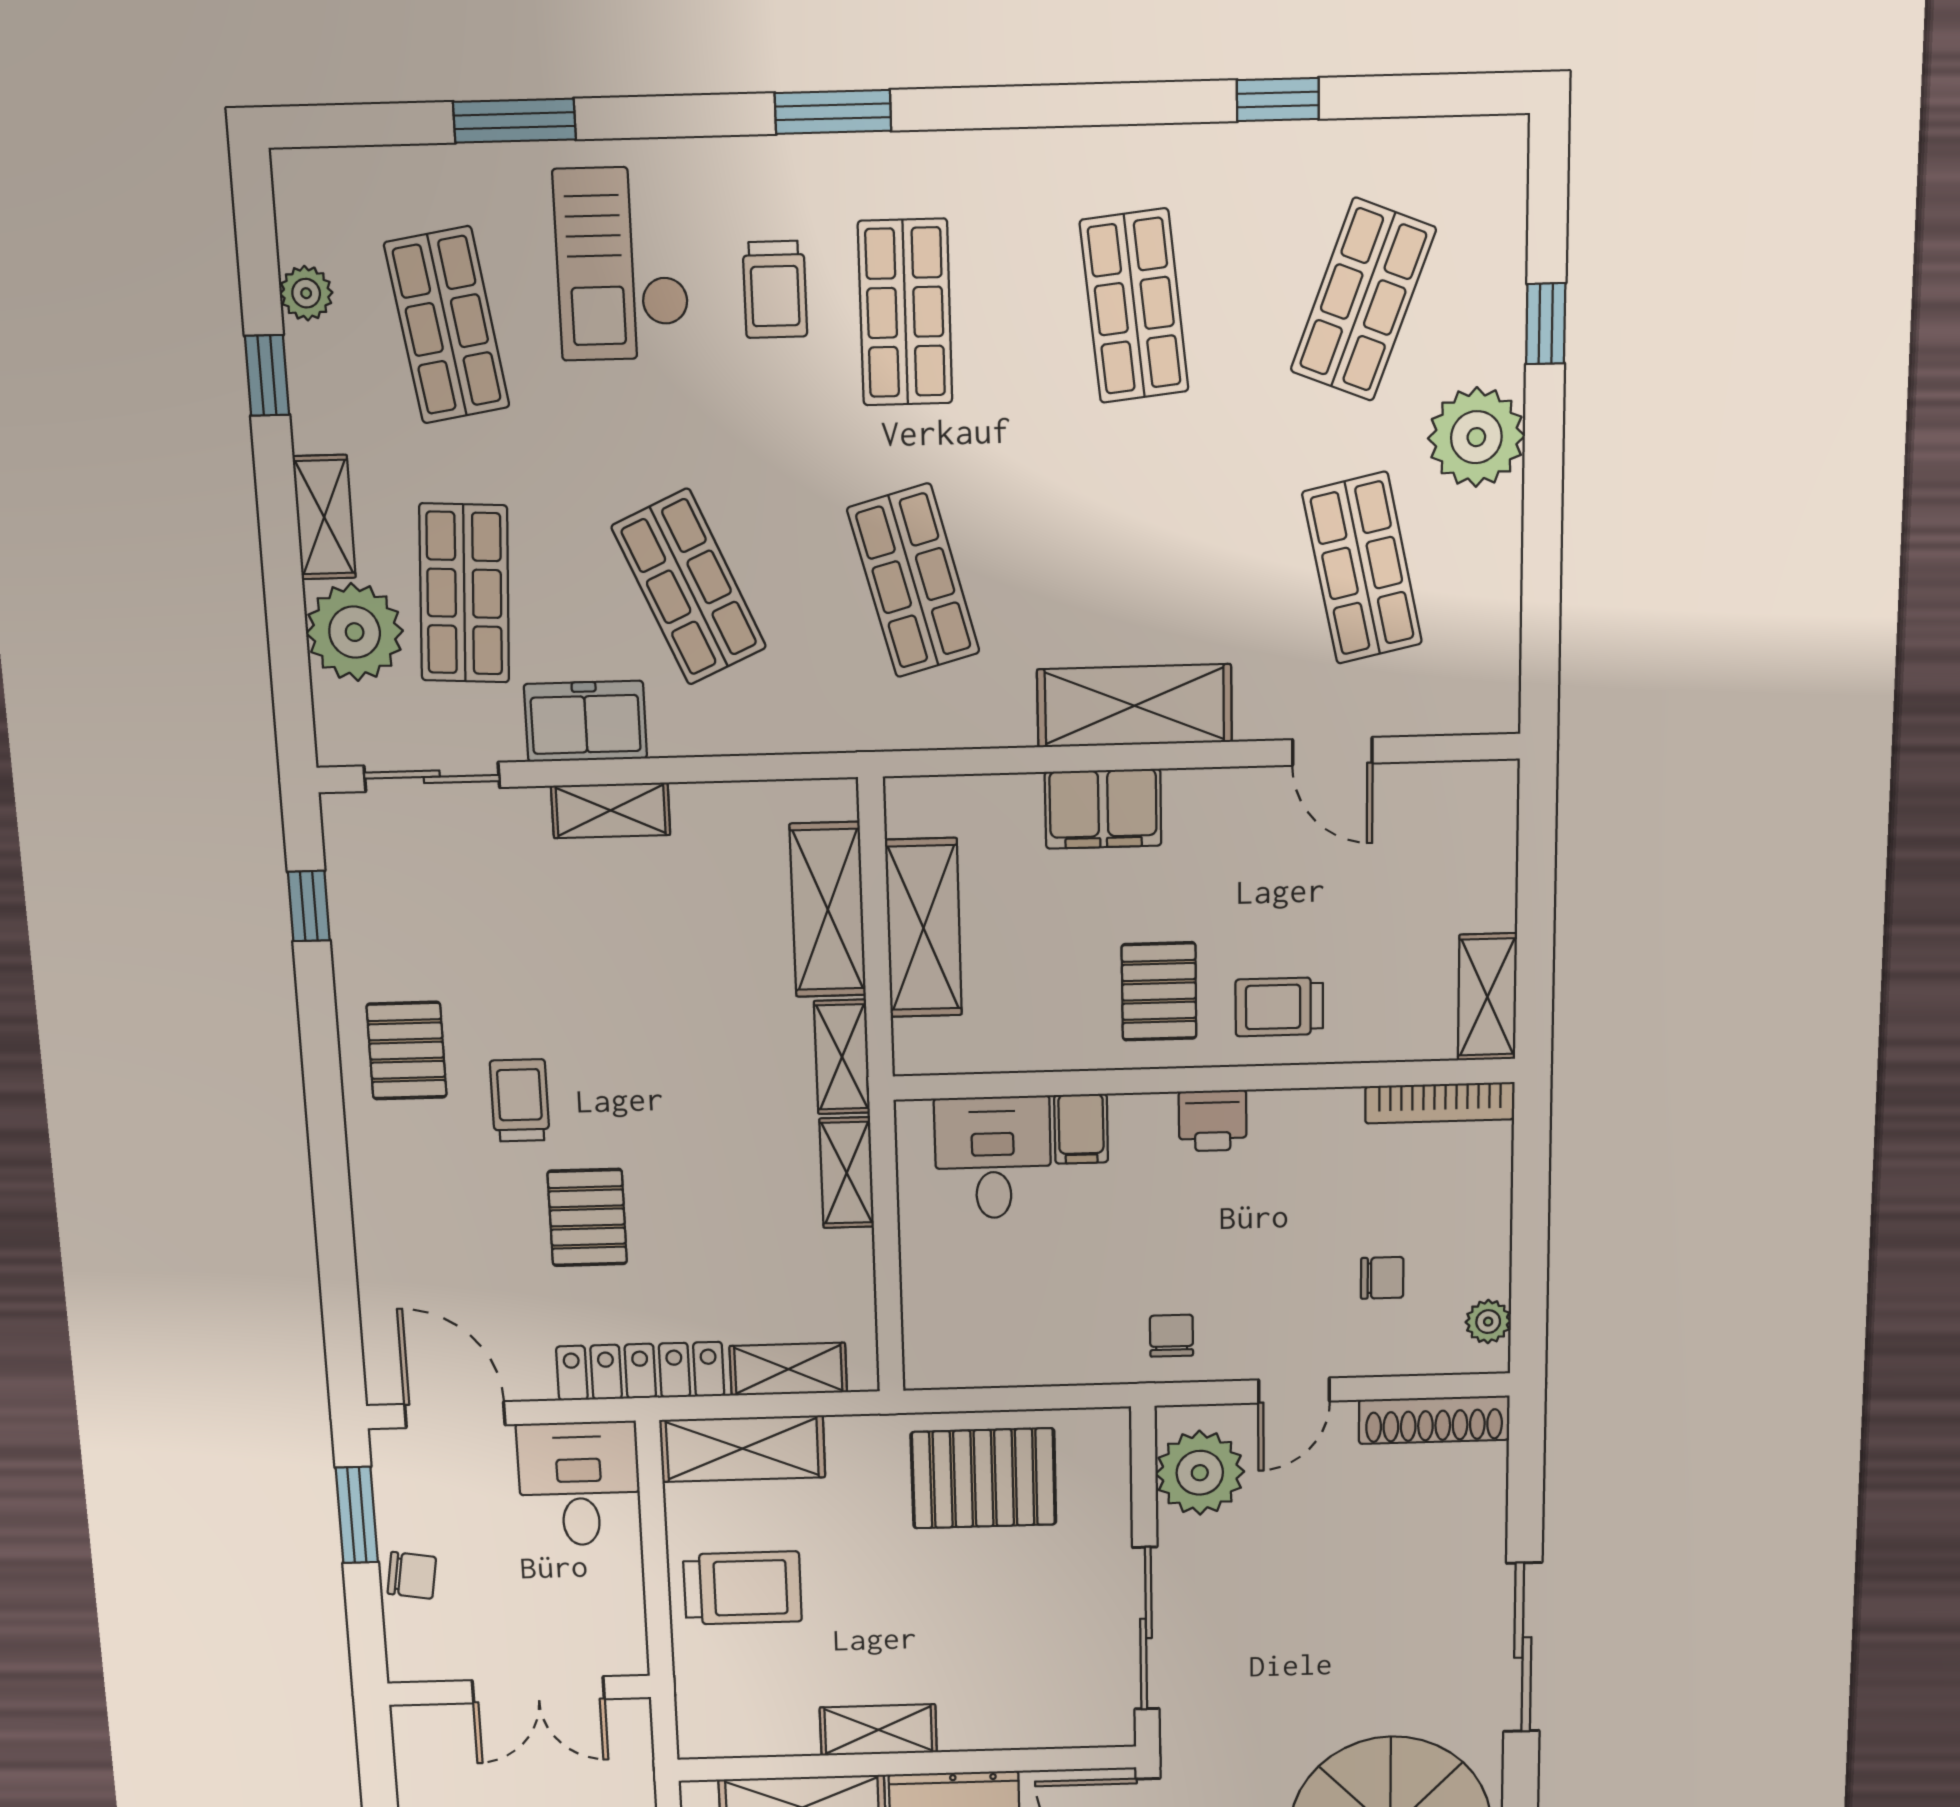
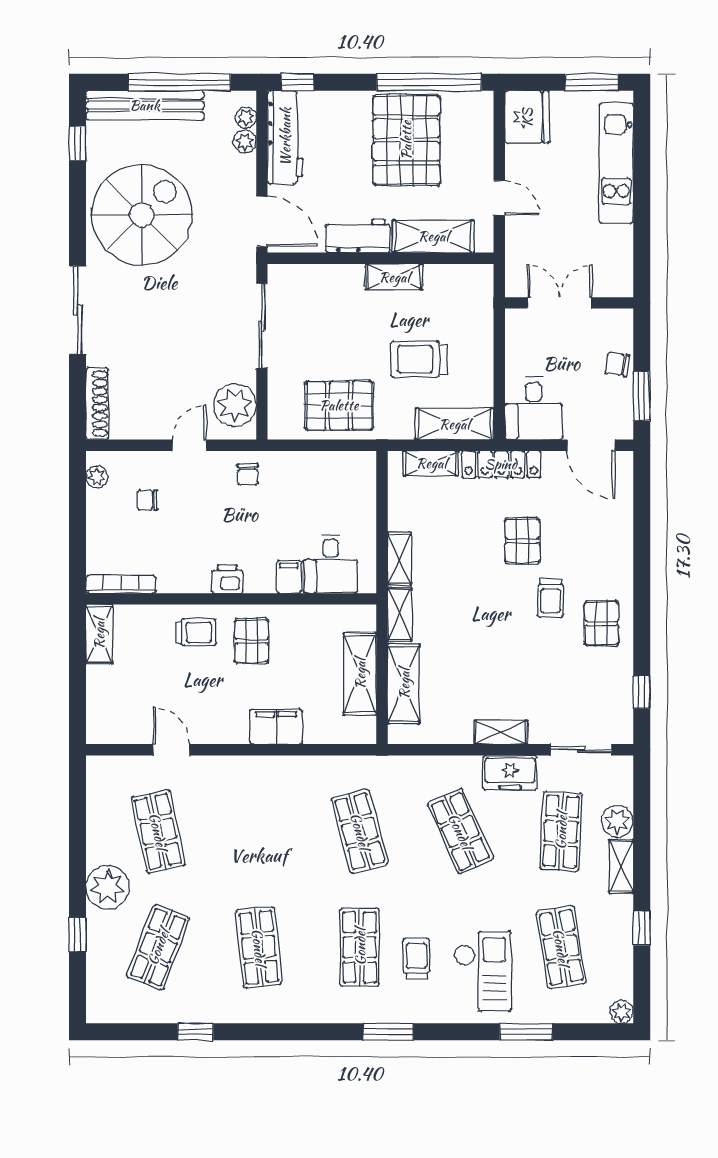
plant: (306, 293) -> (622, 1012), moved
plant: (355, 632) -> (617, 821), width x0.73, depth x0.73
shelving: (1134, 706) -> (261, 773), removed
shoe rack: (1434, 1420) -> (97, 404), moved, turned 90
trolley: (743, 1588) -> (419, 359), moved

